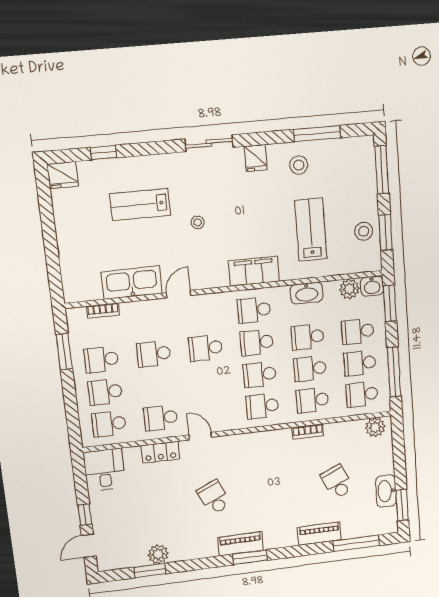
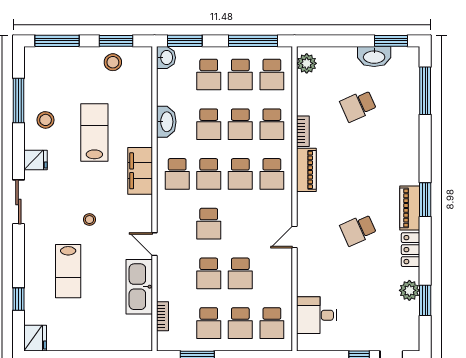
lab bench: (311, 230) -> (94, 132), moved, turned 90
plant: (349, 289) -> (167, 80), removed
school desk: (161, 418) -> (240, 273), moved
locker: (160, 452) -> (411, 250), moved, turned 180
desk: (104, 470) -> (317, 315), moved
piano: (319, 534) -> (306, 170), moved, turned 180

